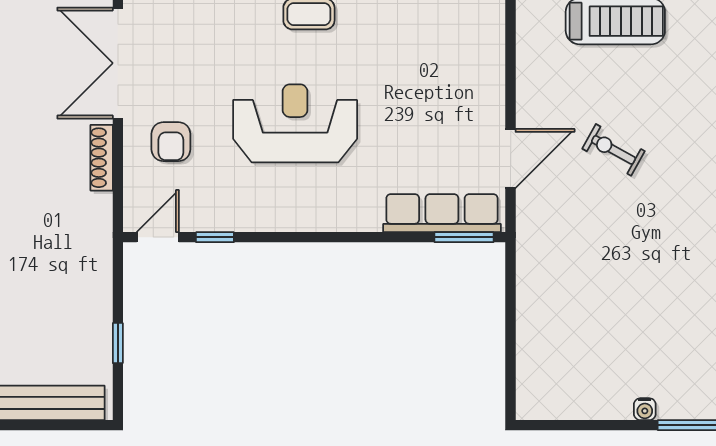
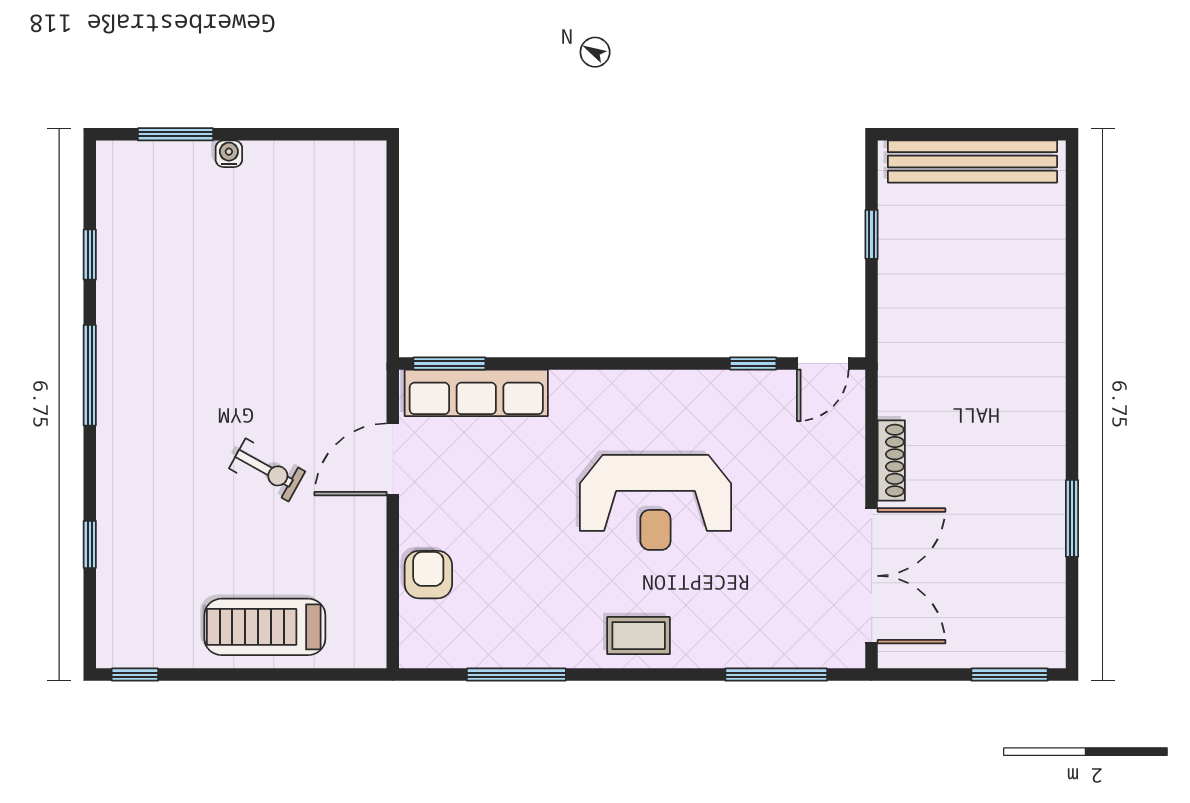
armchair: (171, 142) -> (428, 575), moved

